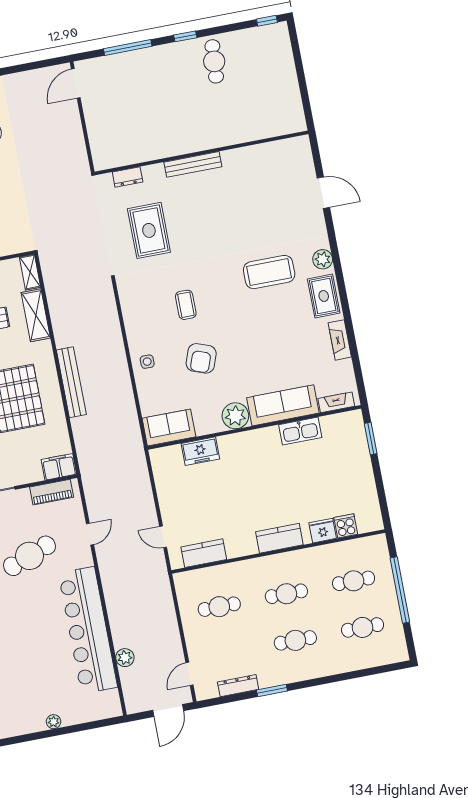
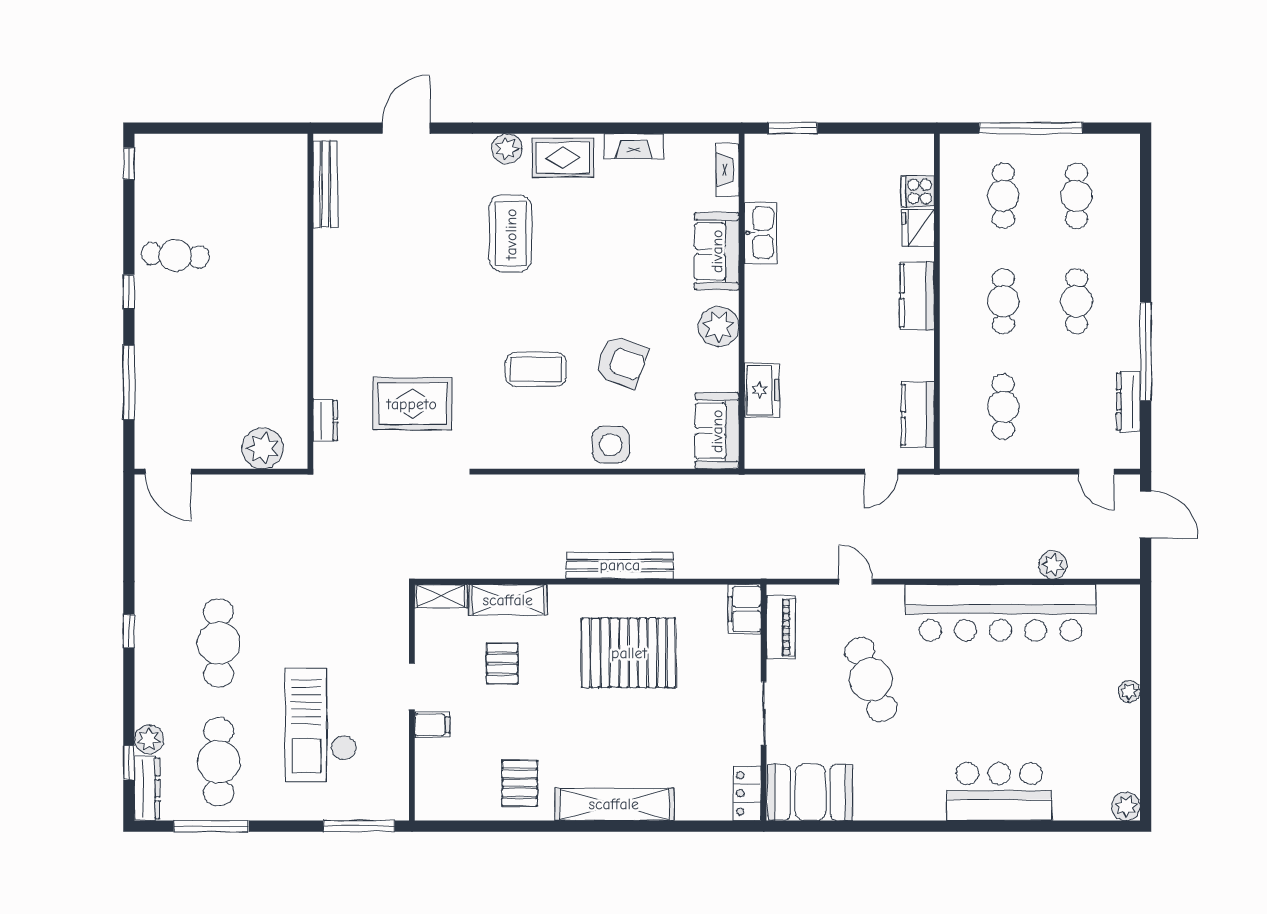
plant: (102, 141) -> (263, 448), added
bench: (193, 164) -> (325, 184), moved
coffee table: (186, 305) -> (536, 369), width x1.36, depth x1.30
side table: (147, 362) -> (611, 445), width x1.87, depth x1.87
sofa: (283, 405) -> (717, 251), width x0.73
window: (272, 691) -> (1146, 351), width x2.11

